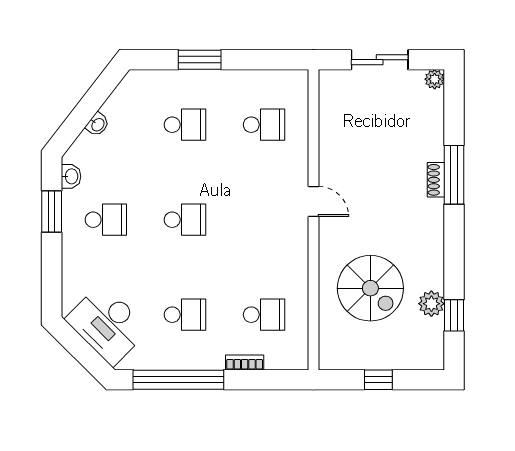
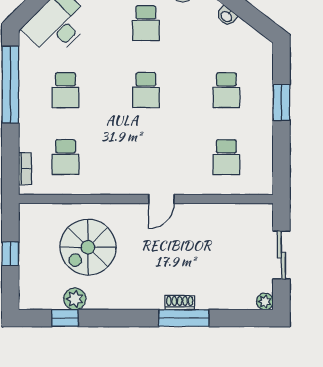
bookcase: (245, 362) -> (25, 169), moved

